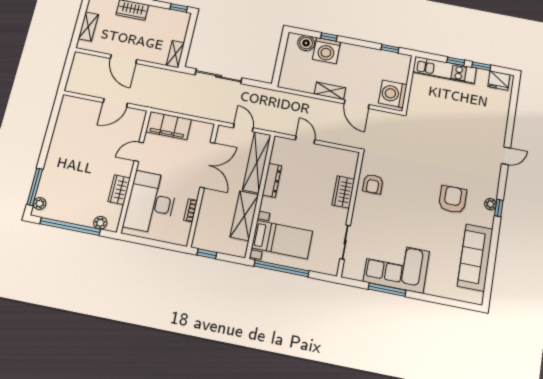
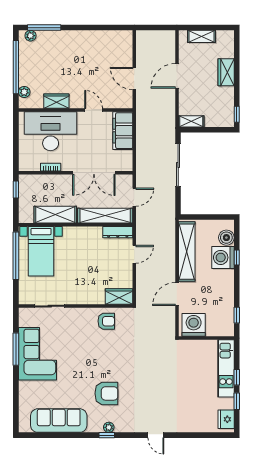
shelving: (330, 91) -> (187, 252), width x2.20, depth x1.33
dresser: (272, 180) -> (118, 232), moved
armchair: (373, 184) -> (106, 321), turned 180
wardrobe: (343, 192) -> (119, 297), moved

